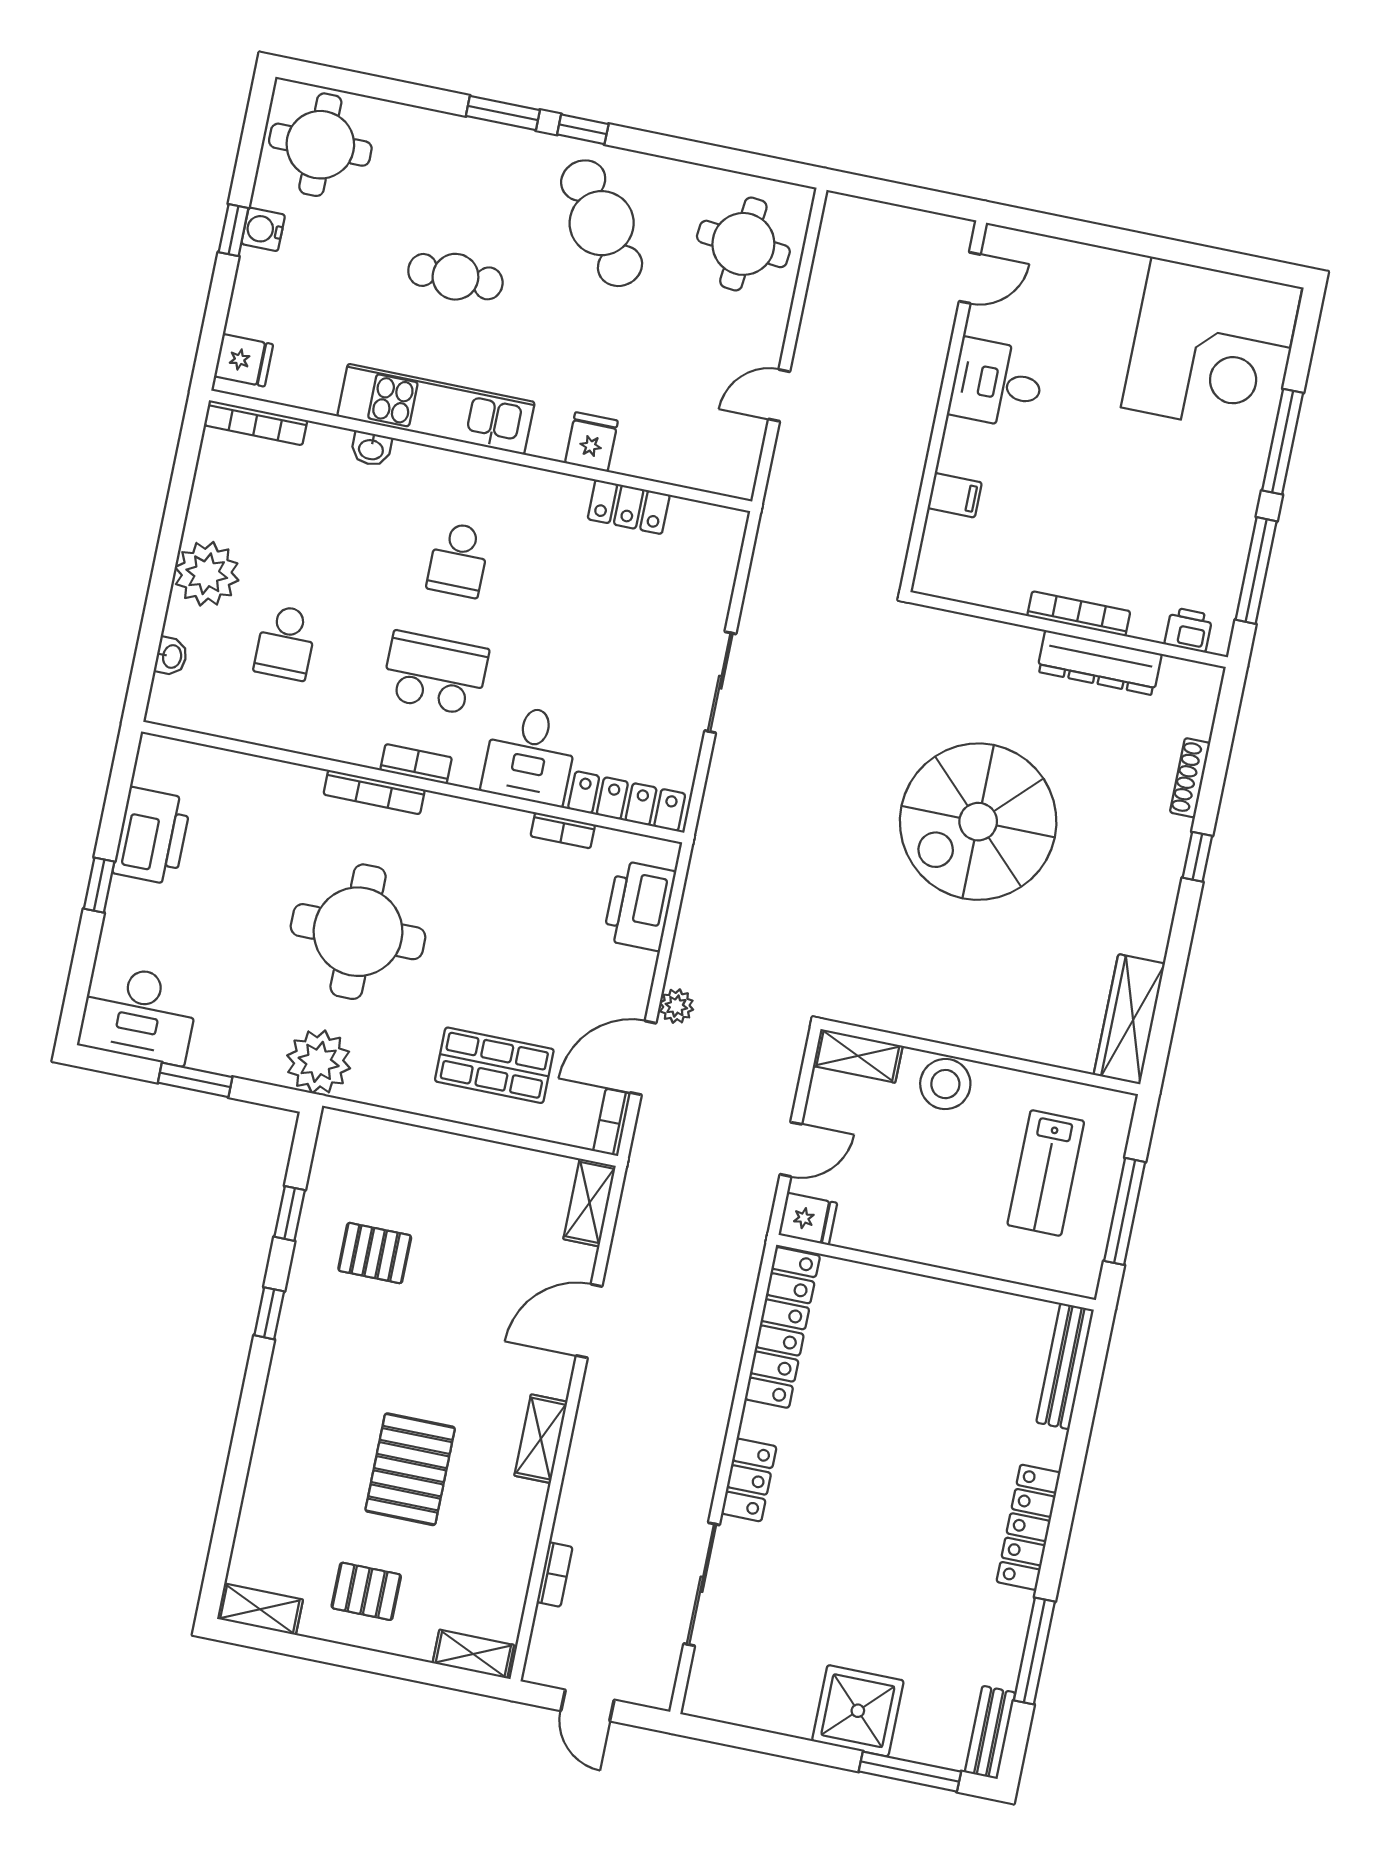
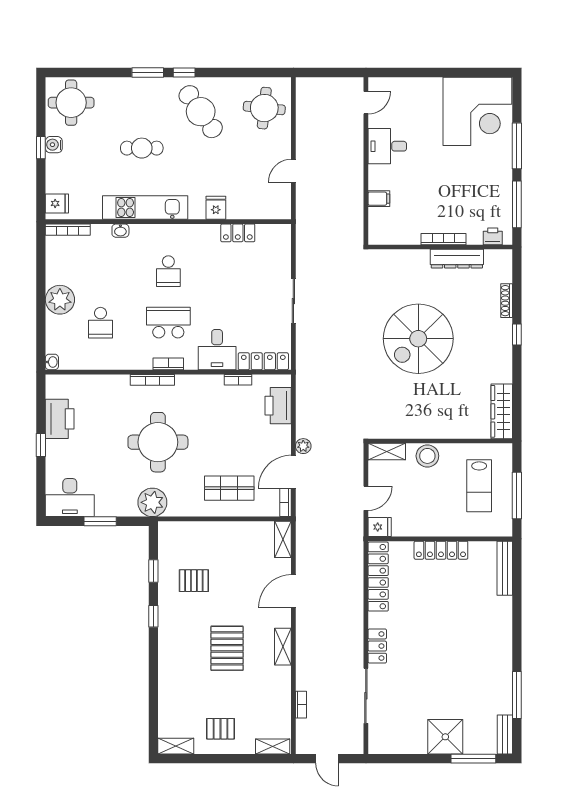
washbasin: (171, 656) -> (52, 362), moved
pallet: (410, 1469) -> (227, 648), moved
locker: (1028, 1527) -> (441, 550), moved, turned -90

